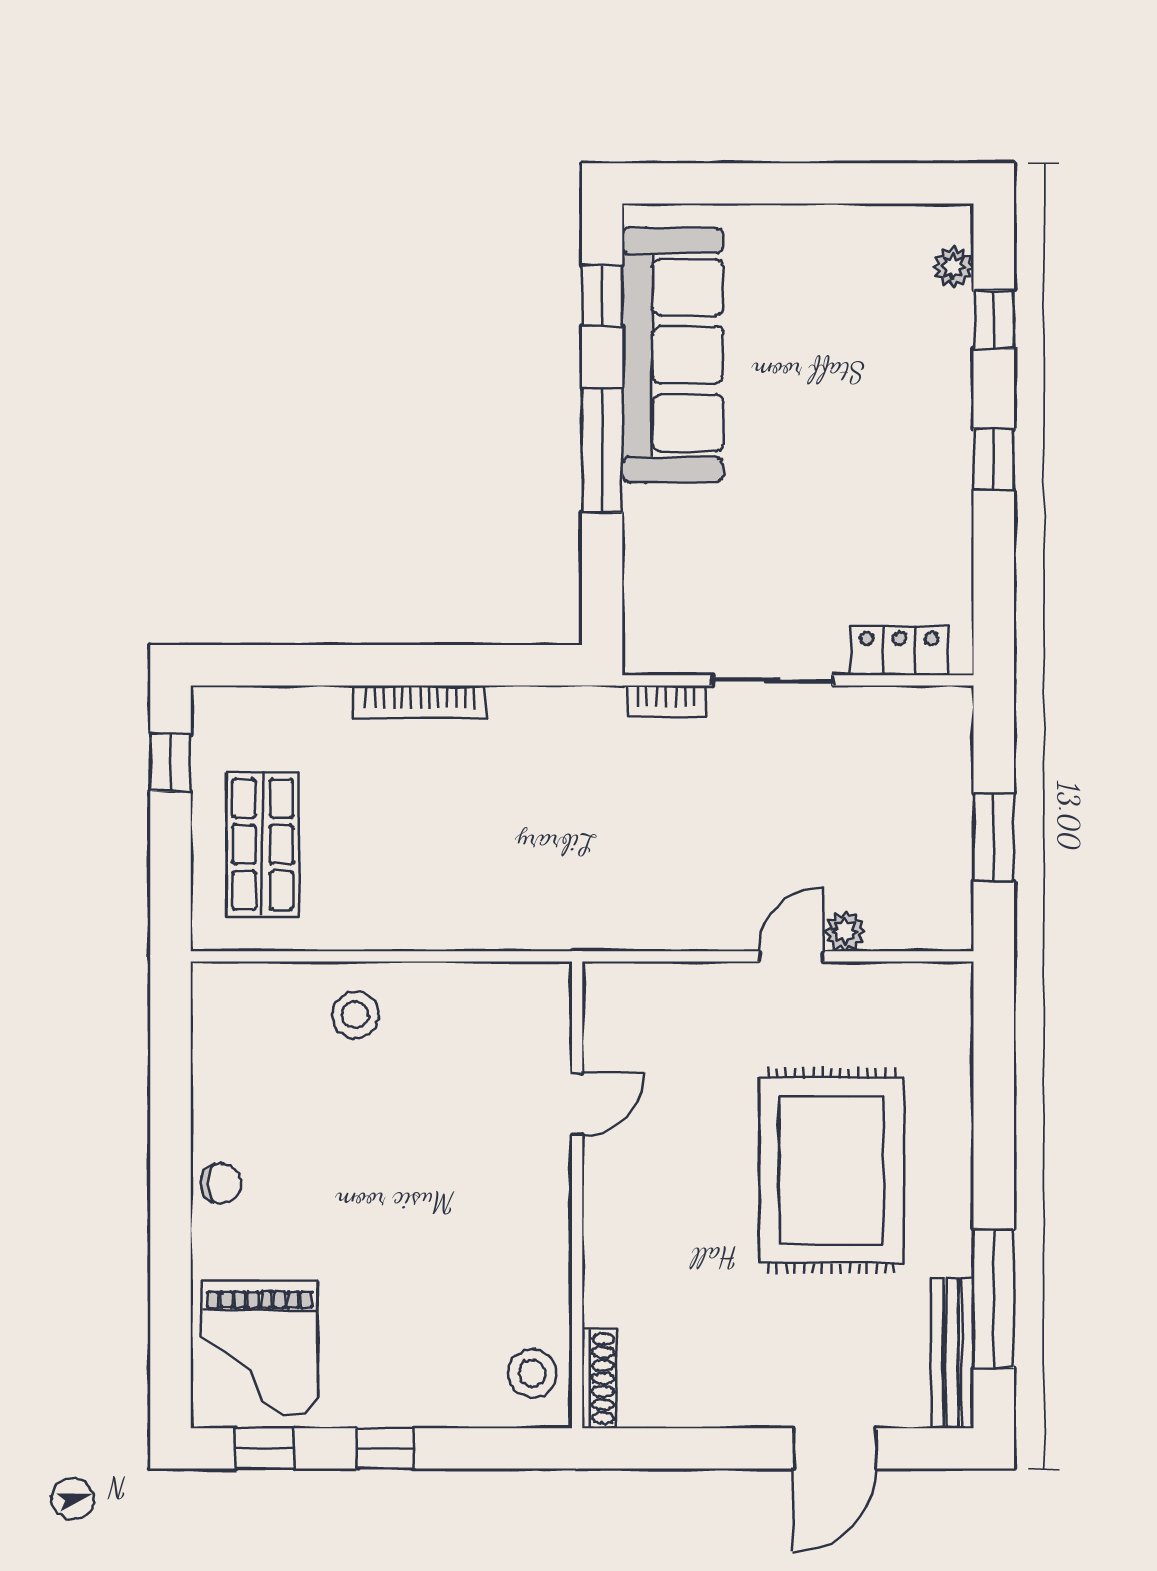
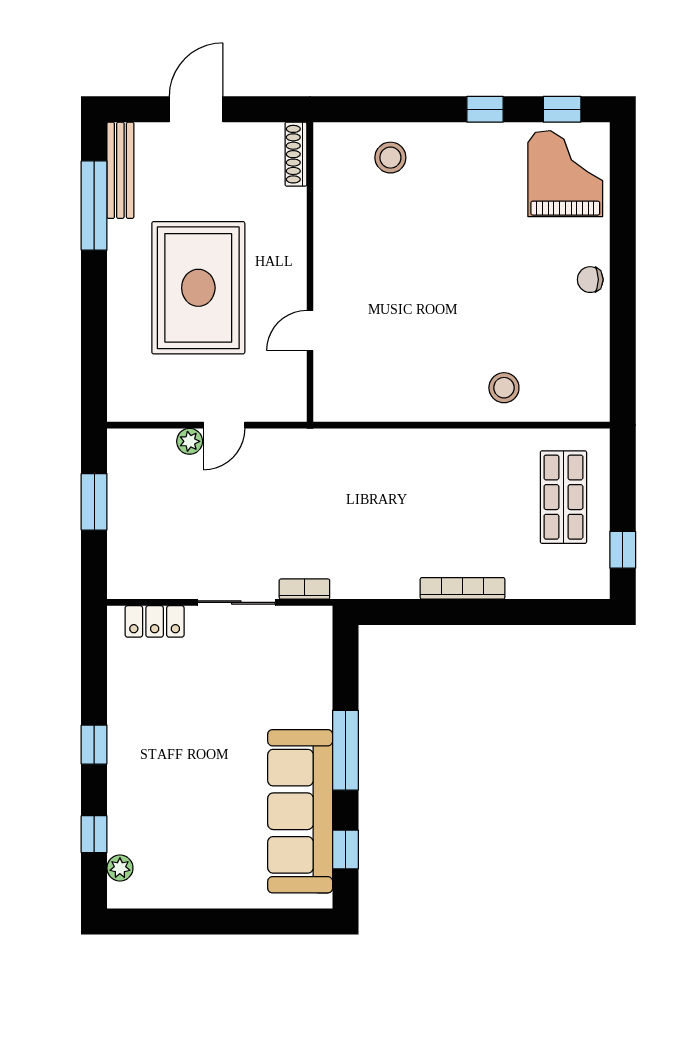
door: (577, 1104) -> (310, 331), moved
wall: (577, 1195) -> (310, 272), moved
shoe rack: (599, 1378) -> (296, 154), moved

